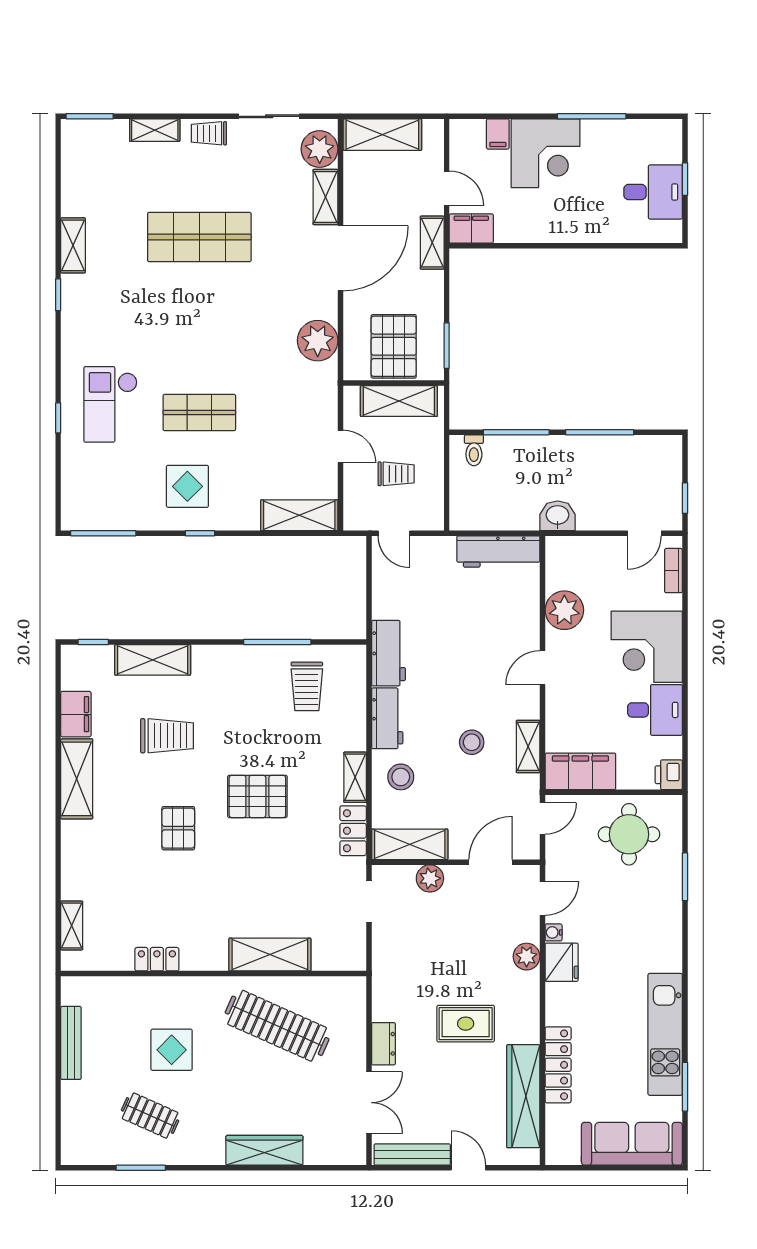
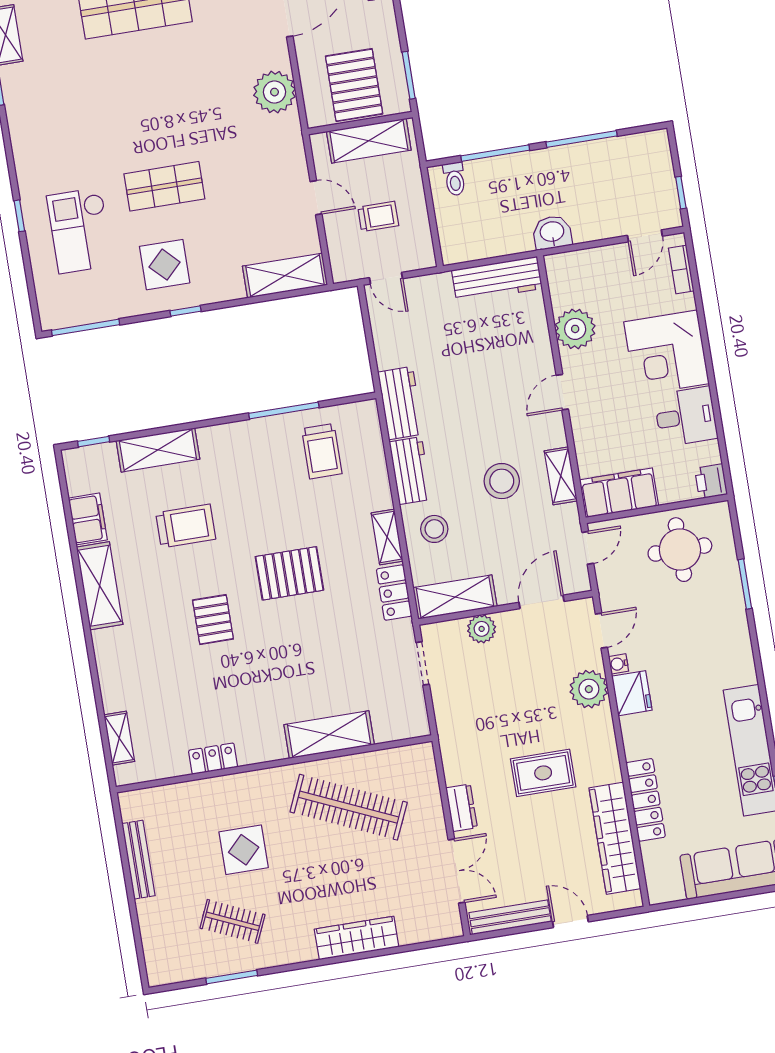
checkout: (111, 404) -> (80, 230), moved
stool: (472, 742) -> (502, 481), width x1.38, depth x1.38
plant: (527, 957) -> (589, 689), width x1.36, depth x1.36

